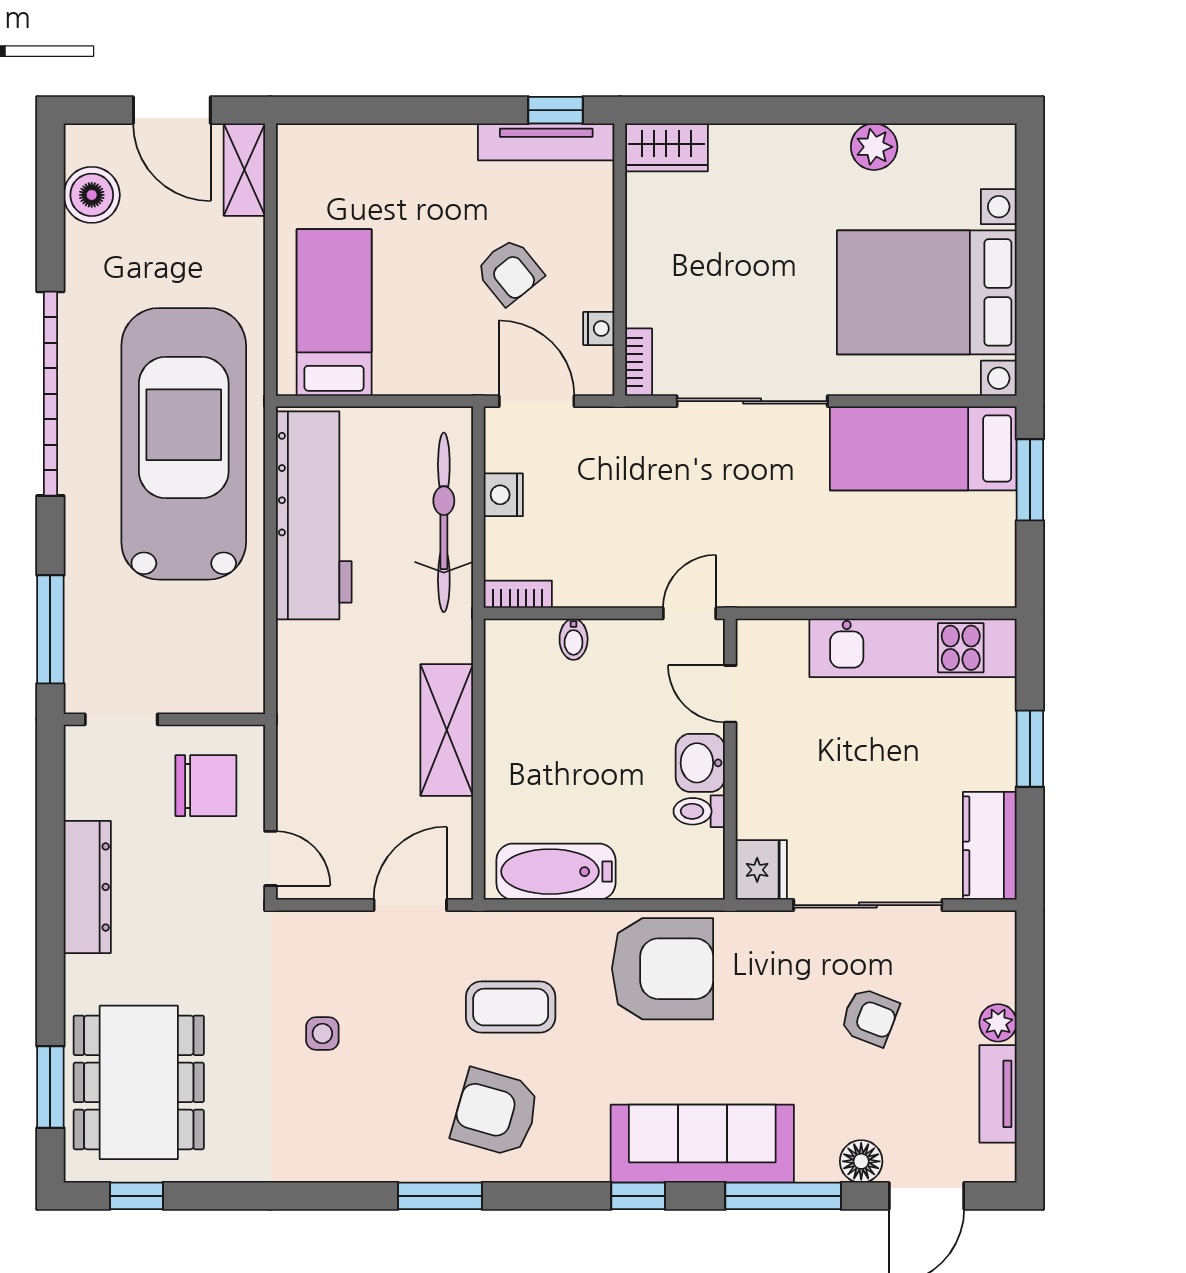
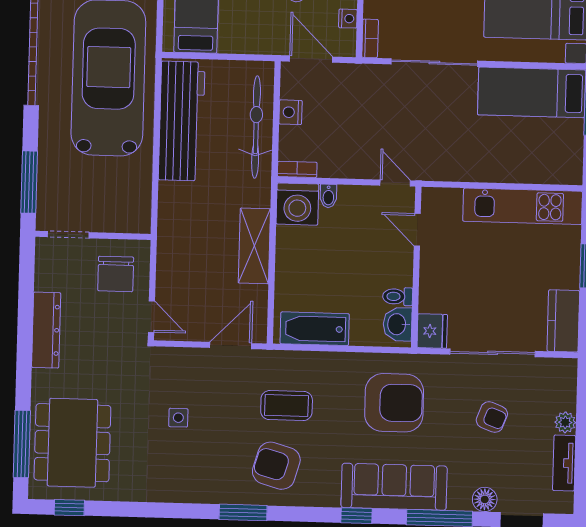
door: (689, 613) -> (395, 183), hinge flipped
washing machine: (520, 655) -> (297, 204), added
washbasin: (700, 763) -> (397, 324), moved
chair: (206, 786) -> (116, 274), turned 90
armchair: (663, 969) -> (394, 403), moved
window: (50, 1087) -> (22, 444), width x1.44

